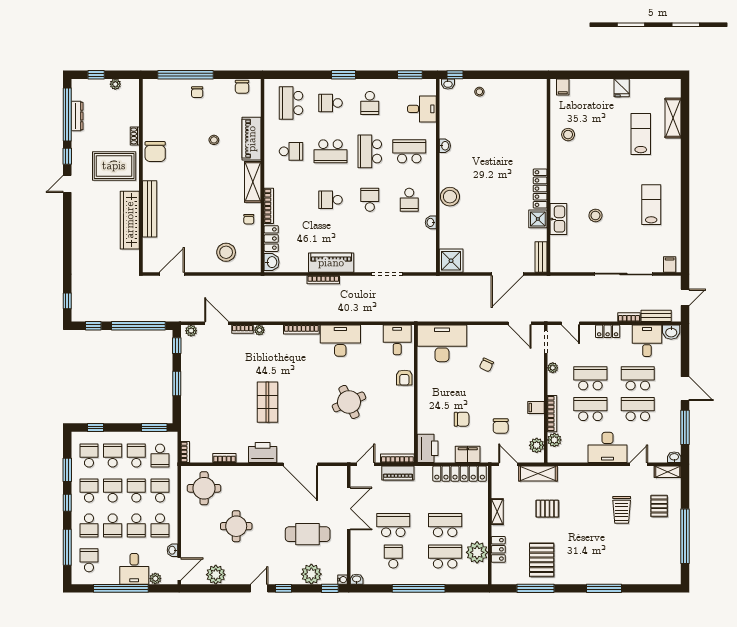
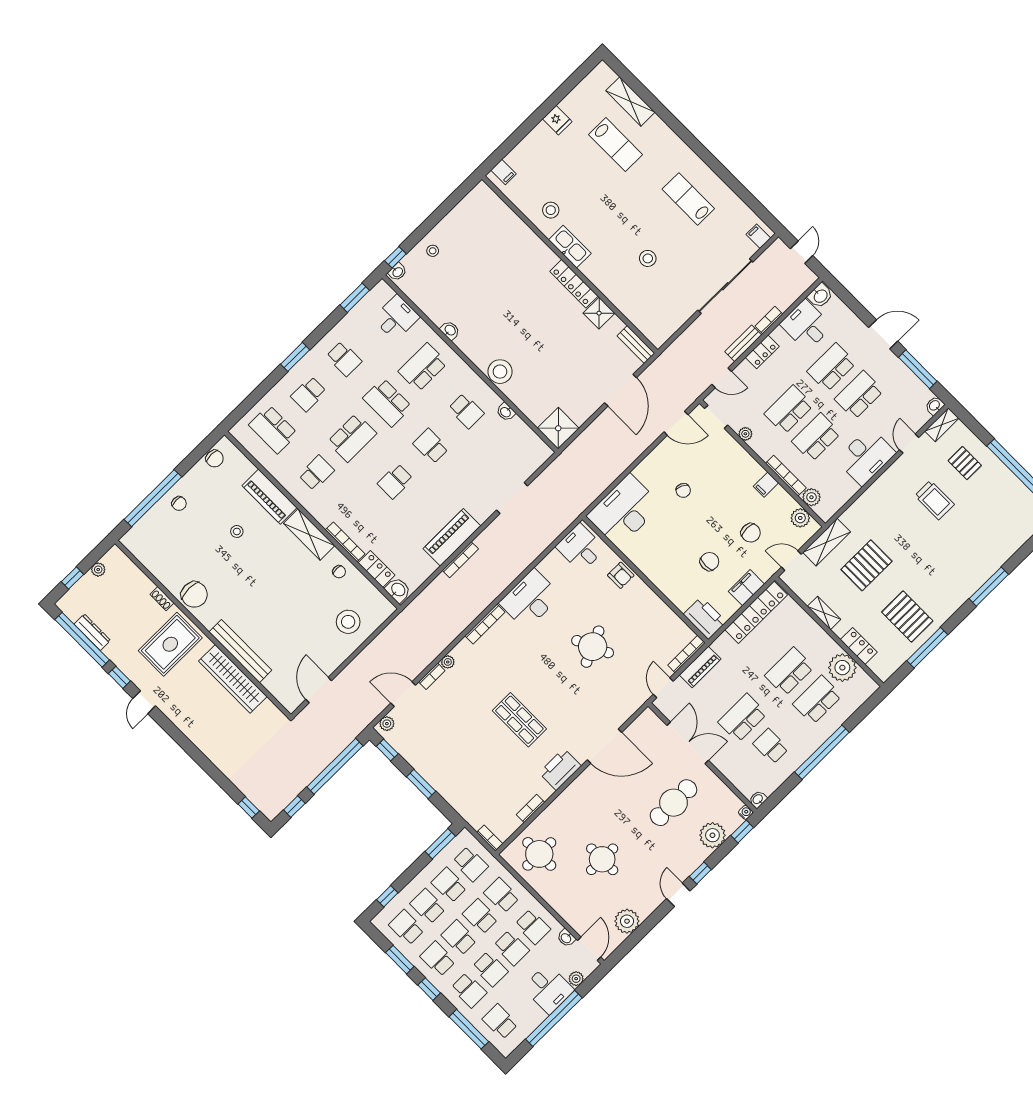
lab bench: (641, 134) -> (616, 145), turned 180
kitchen sink: (558, 219) -> (570, 247), moved
bench: (656, 316) -> (743, 343), moved
pallet: (547, 509) -> (866, 565), width x1.50, depth x1.42

